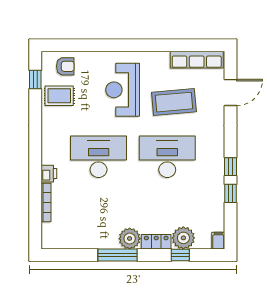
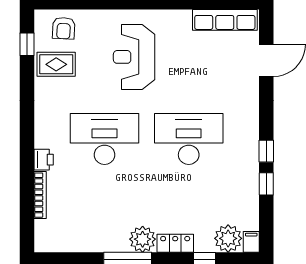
armchair: (65, 66) -> (64, 28), turned 93
coffee table: (174, 102) -> (197, 72), removed
plant: (183, 238) -> (228, 238), moved

